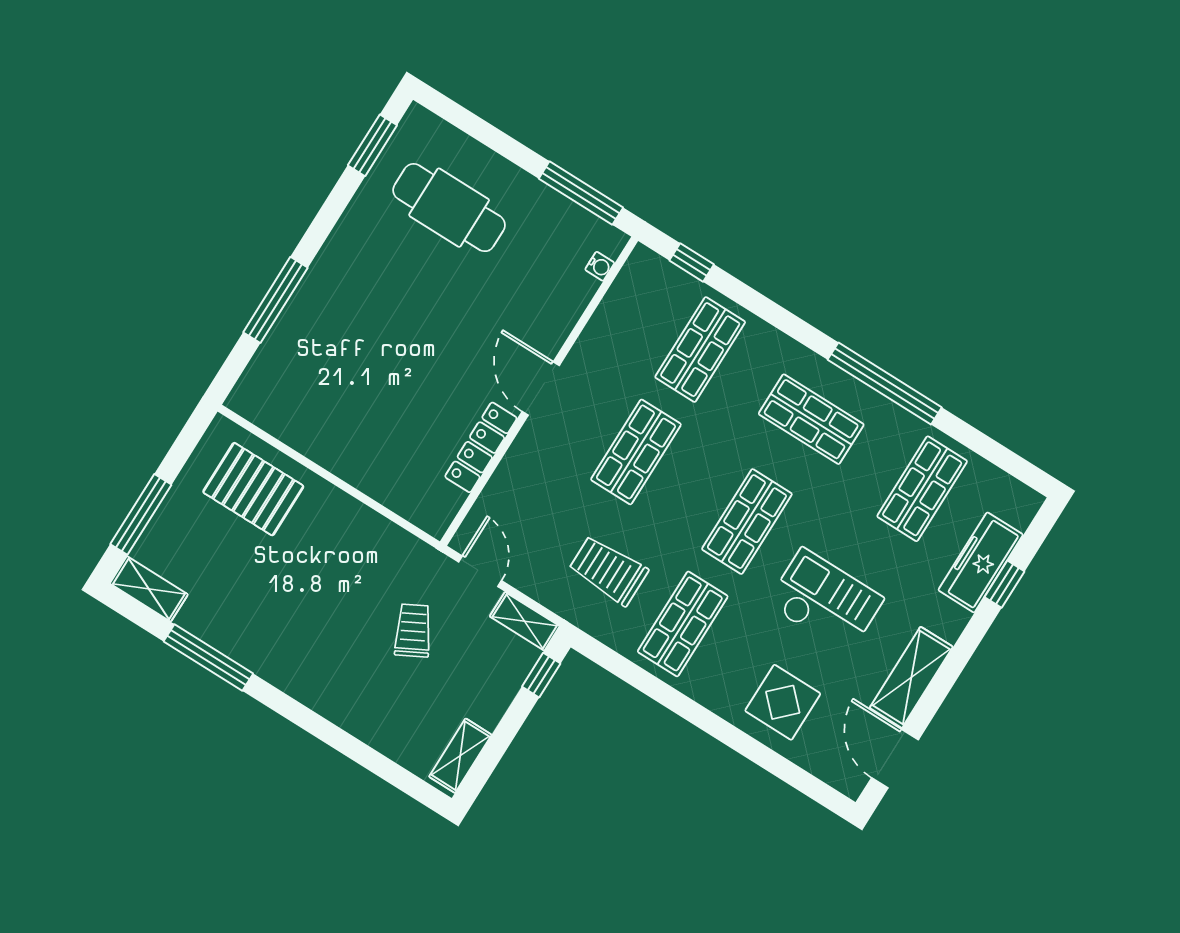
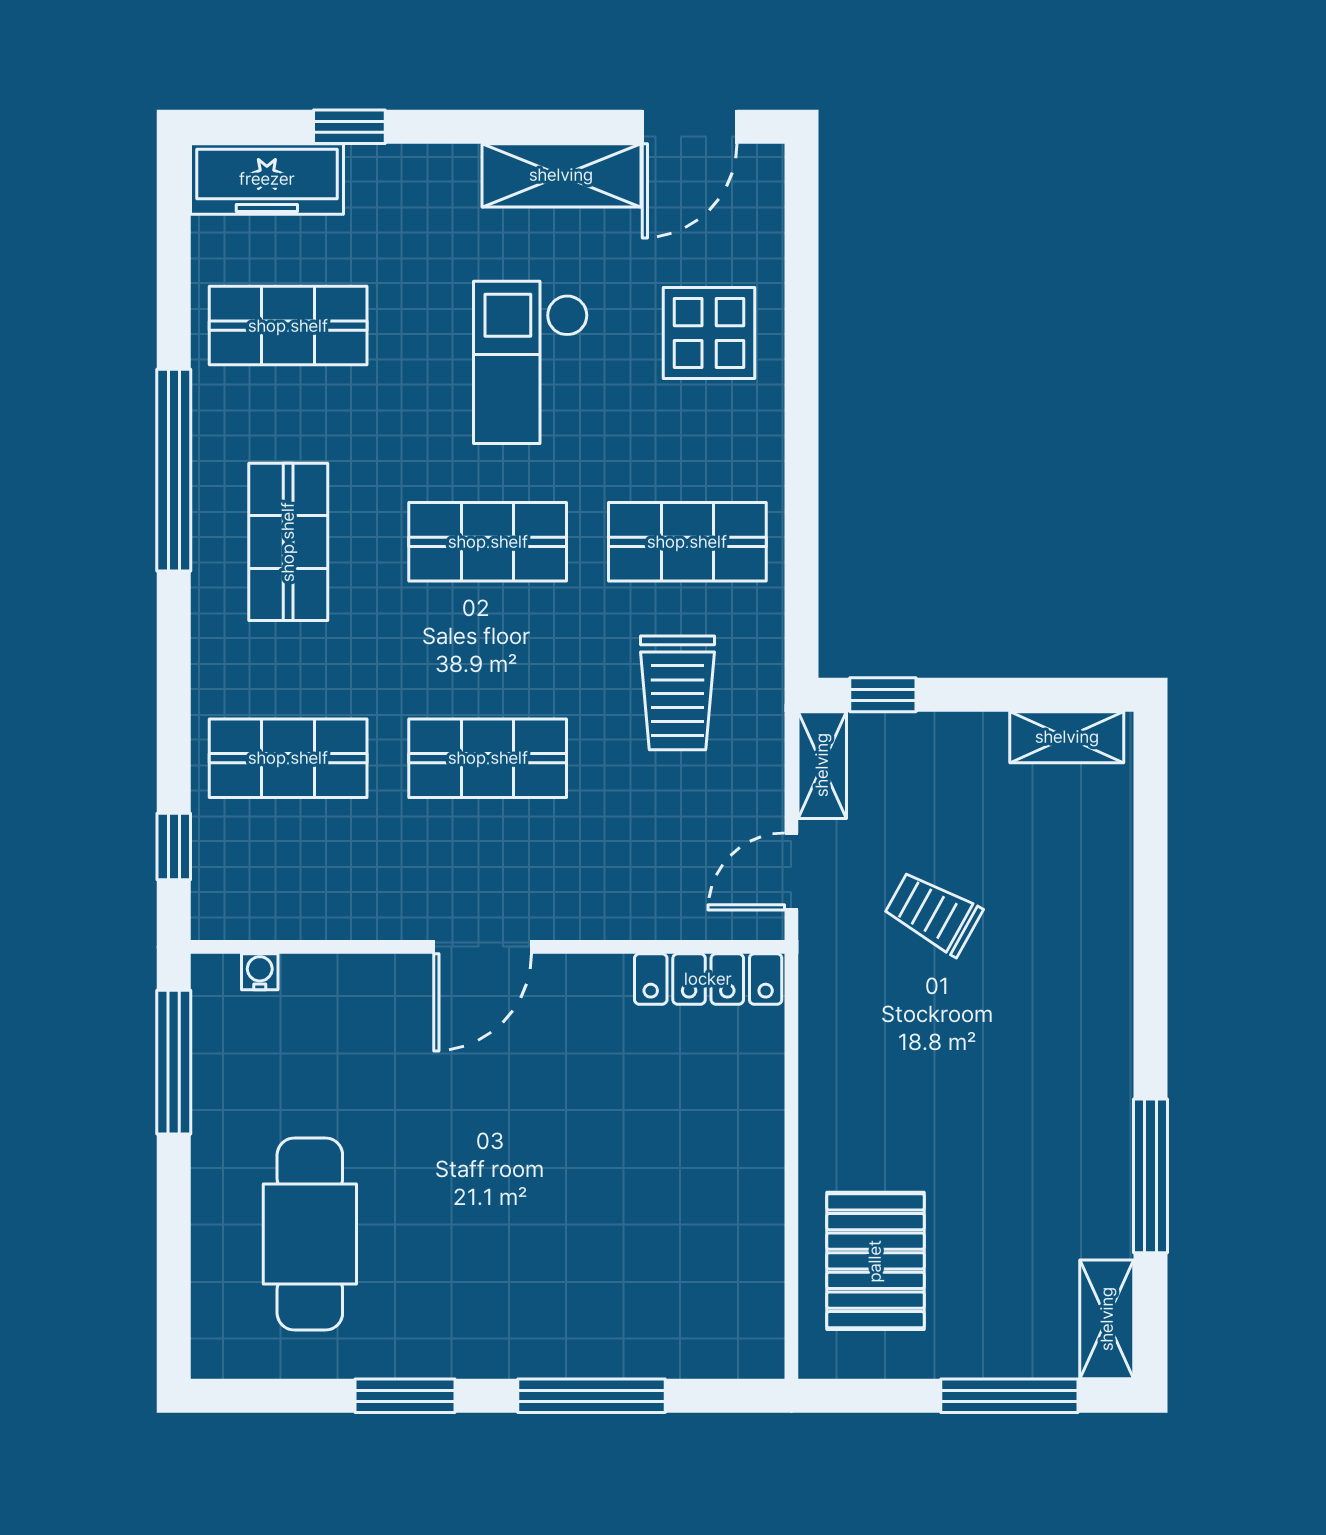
window: (372, 145) -> (405, 1396), moved
locker: (481, 447) -> (708, 979), moved
freezer: (981, 562) -> (267, 179), moved
trolley: (413, 630) -> (933, 913), turned 57

